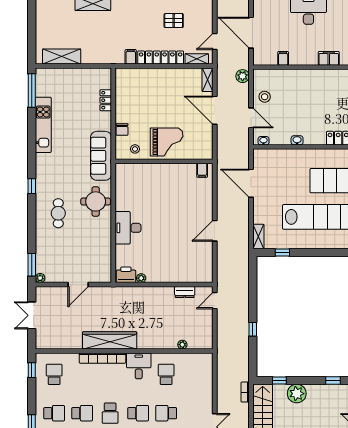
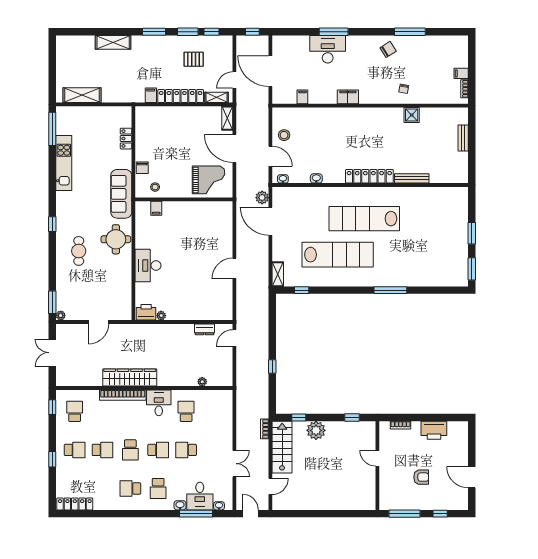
plant: (243, 76) -> (262, 198), moved
grand piano: (167, 142) -> (209, 180), moved
filing cabinet: (202, 170) -> (156, 208), moved

